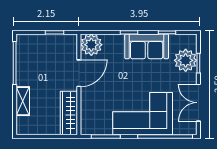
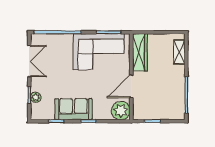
plant: (186, 60) -> (36, 97), width x0.53, depth x0.53
shelving: (23, 101) -> (179, 52), moved
corner sofa: (143, 114) -> (99, 52), moved

